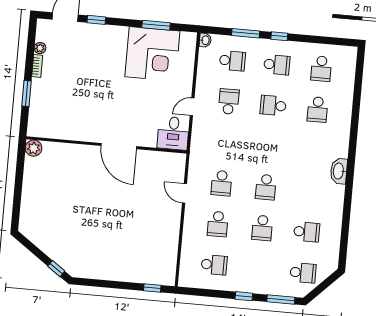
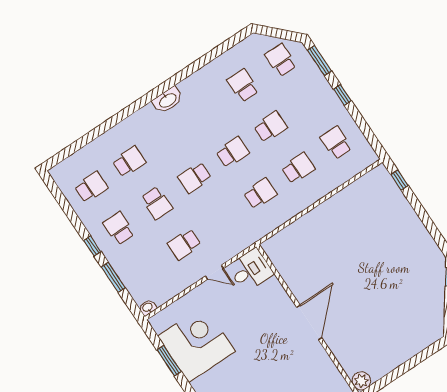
school desk: (232, 61) -> (195, 178), moved, turned -90
door: (119, 146) -> (309, 322), moved
door: (184, 193) -> (295, 218), removed

